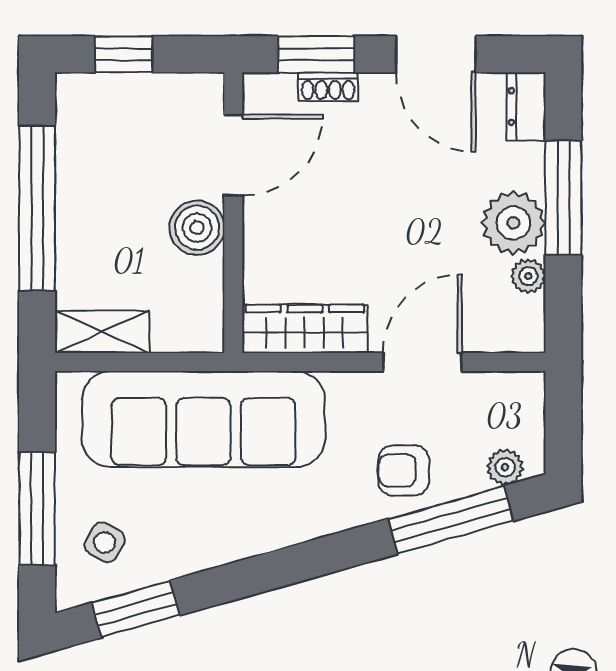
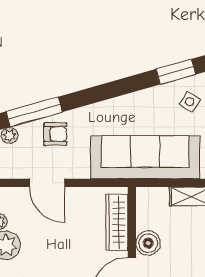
wardrobe: (305, 329) -> (117, 222), moved, turned 90
door: (422, 362) -> (47, 183), hinge flipped

